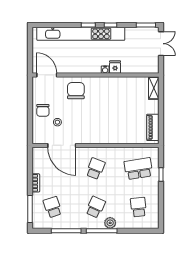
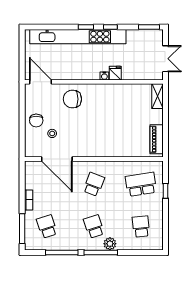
double door: (161, 44) -> (166, 59), moved
chair: (76, 91) -> (72, 99), turned -90
school desk: (95, 207) -> (94, 227), turned -42

